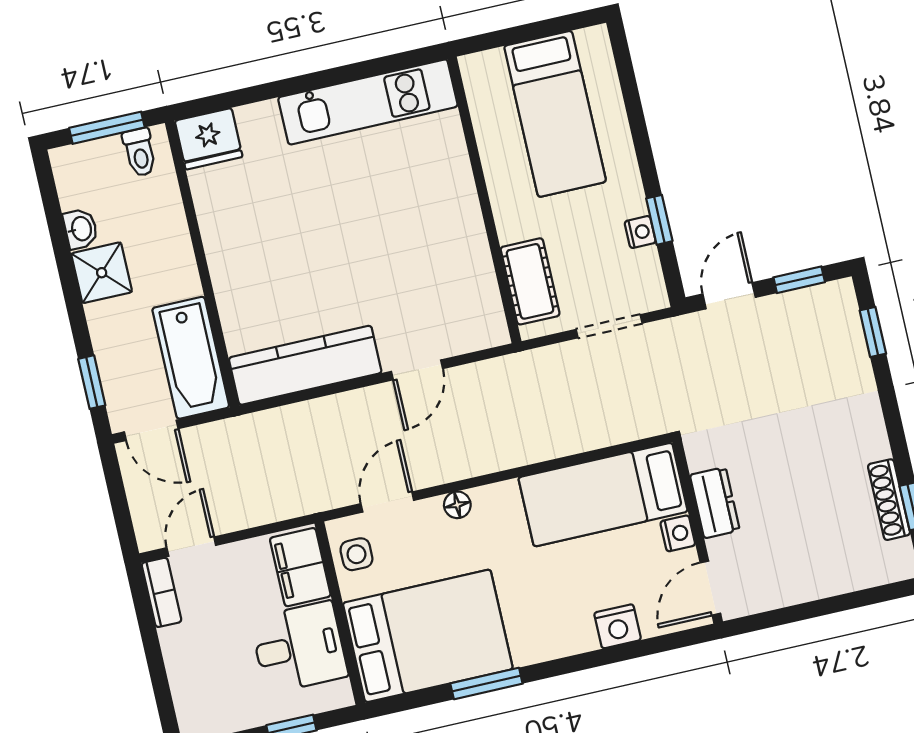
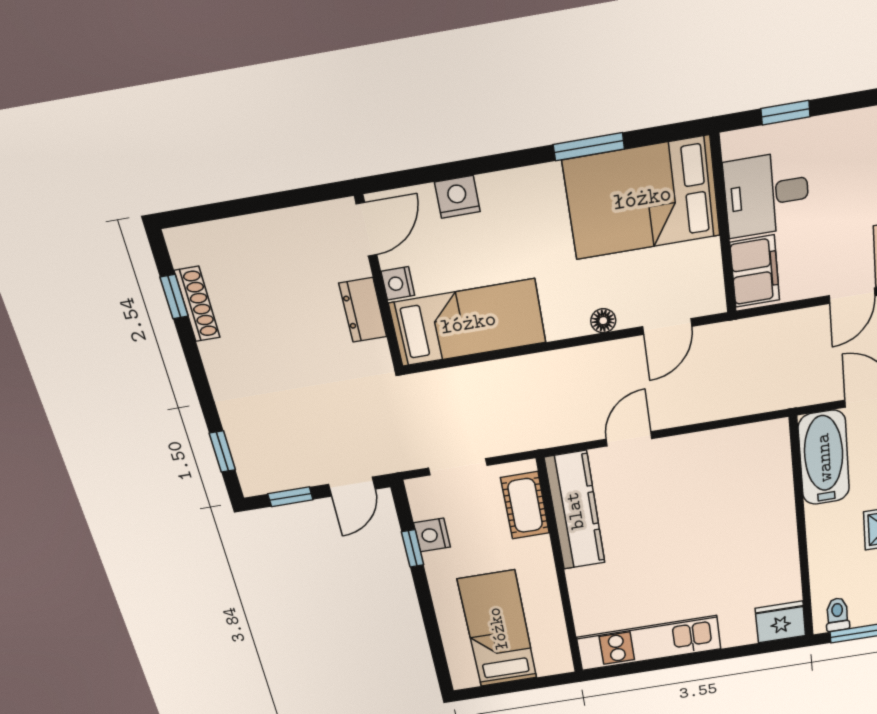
nightstand: (640, 232) -> (432, 535), width x1.39, depth x1.35
kitchen counter: (305, 365) -> (575, 511), moved, turned -90
side table: (356, 554) -> (701, 280), removed

